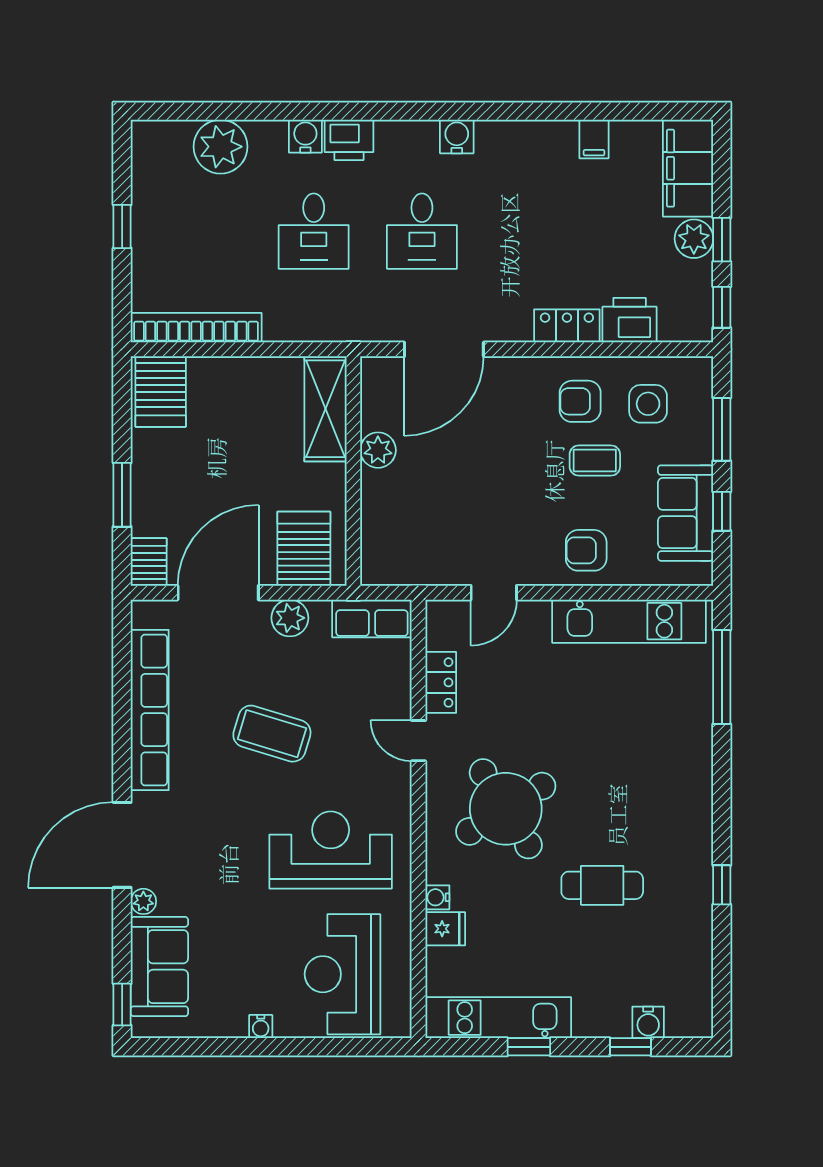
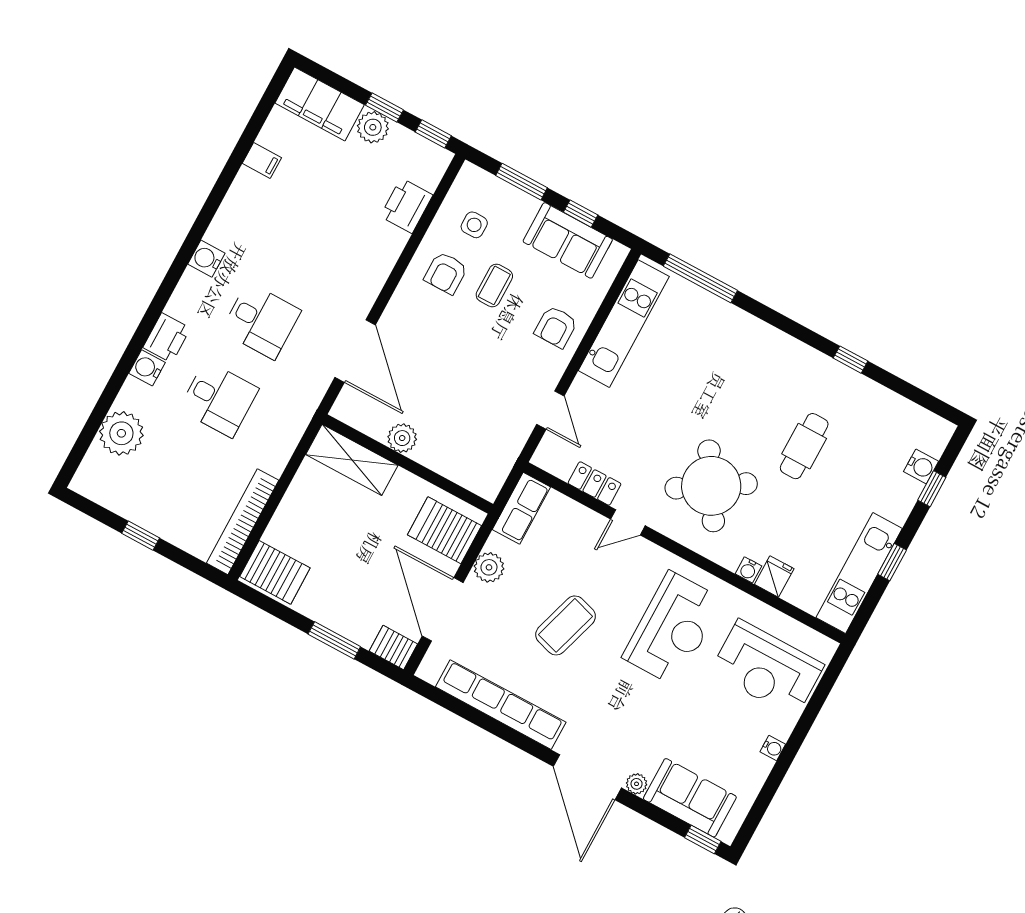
locker: (567, 326) -> (386, 253), removed
side table: (648, 404) -> (474, 225), width x0.73, depth x0.73
reception desk: (331, 850) -> (673, 628), turned 180

